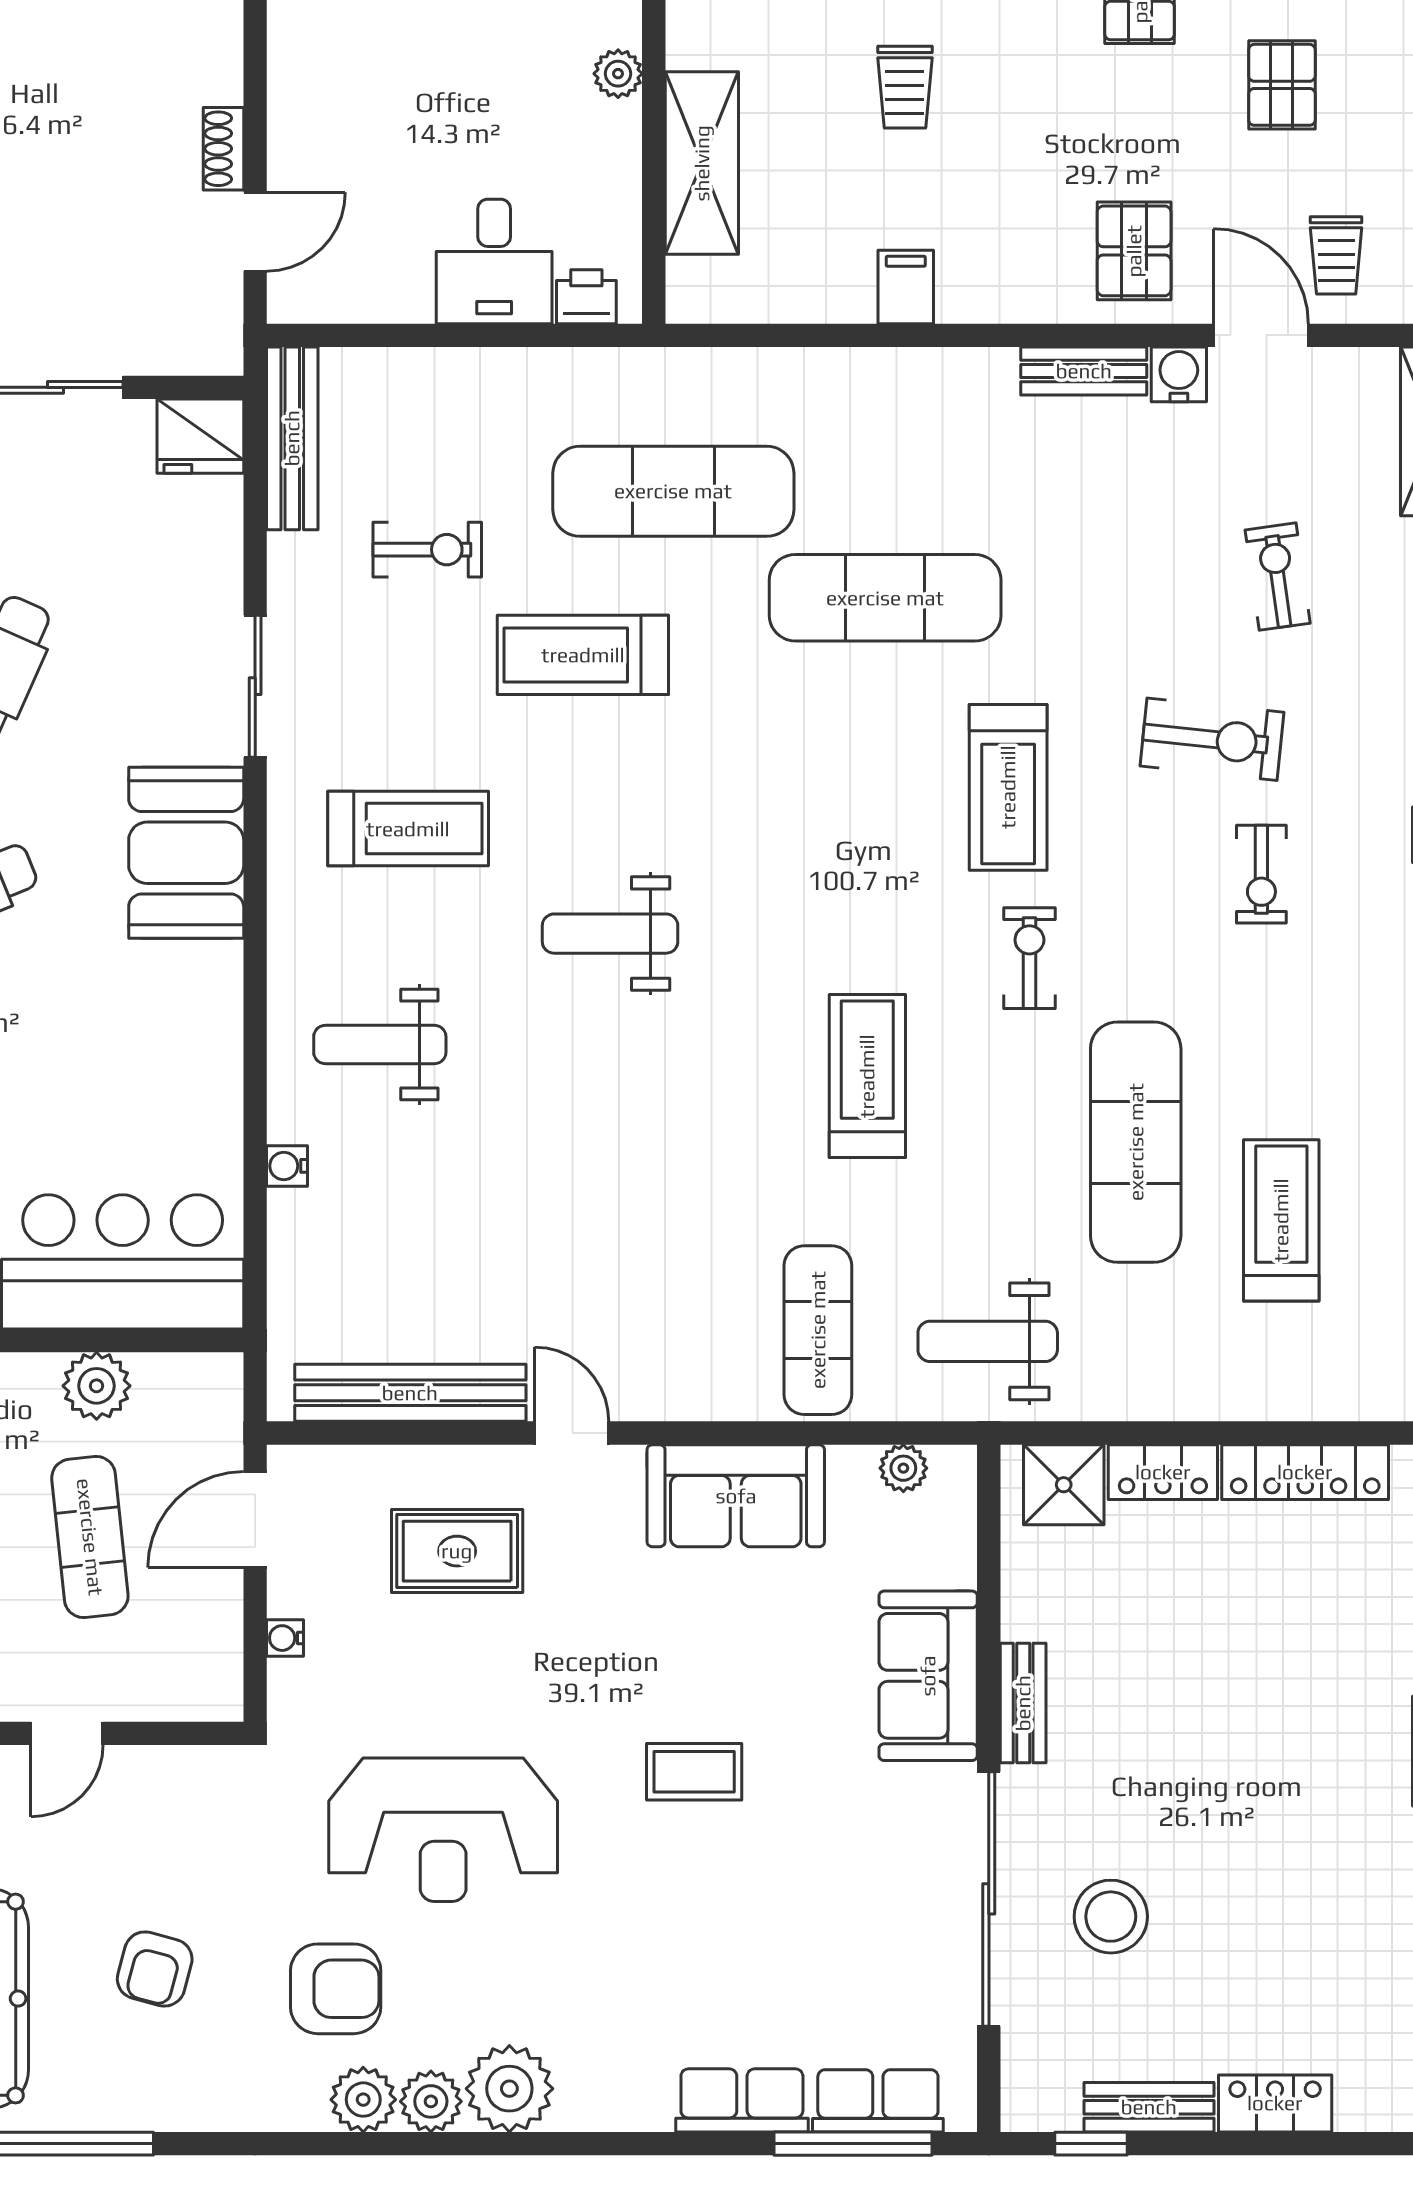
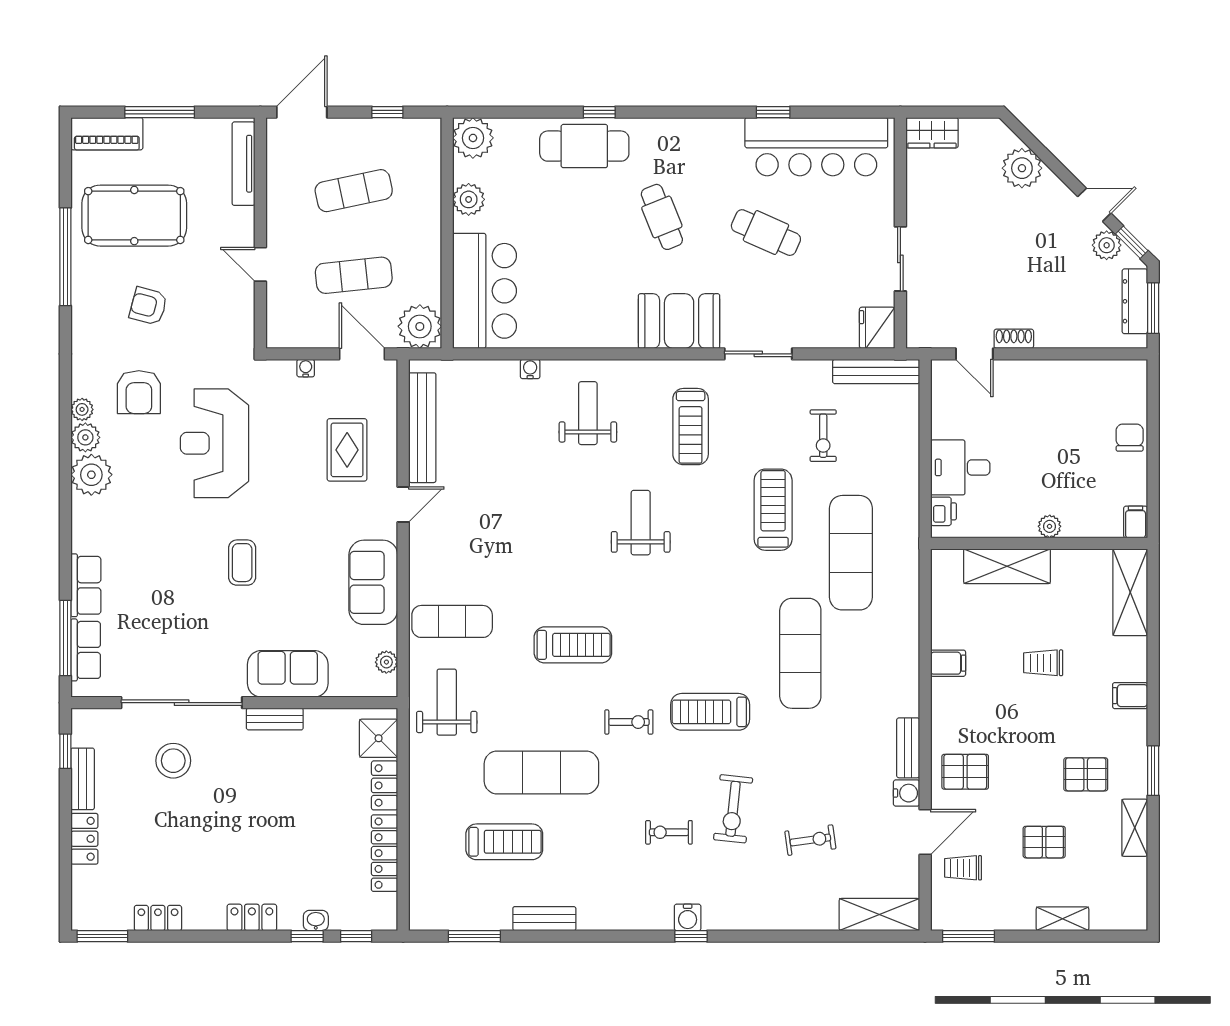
plant: (97, 1386) -> (420, 326), moved, width x1.36, depth x1.36
plant: (363, 2100) -> (82, 409), width x0.73, depth x0.73

